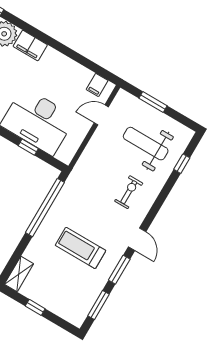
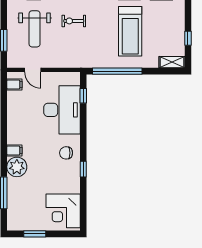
filing cabinet: (30, 46) -> (14, 150), width x0.50
window: (28, 147) -> (83, 96), moved
treadmill: (81, 248) -> (130, 31), width x1.37, depth x1.38

